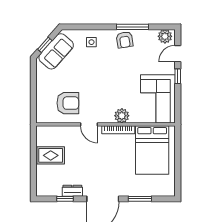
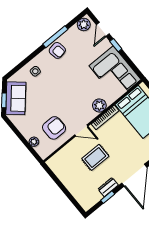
plant: (41, 101) -> (34, 142), added
rug: (51, 155) -> (95, 157), moved

